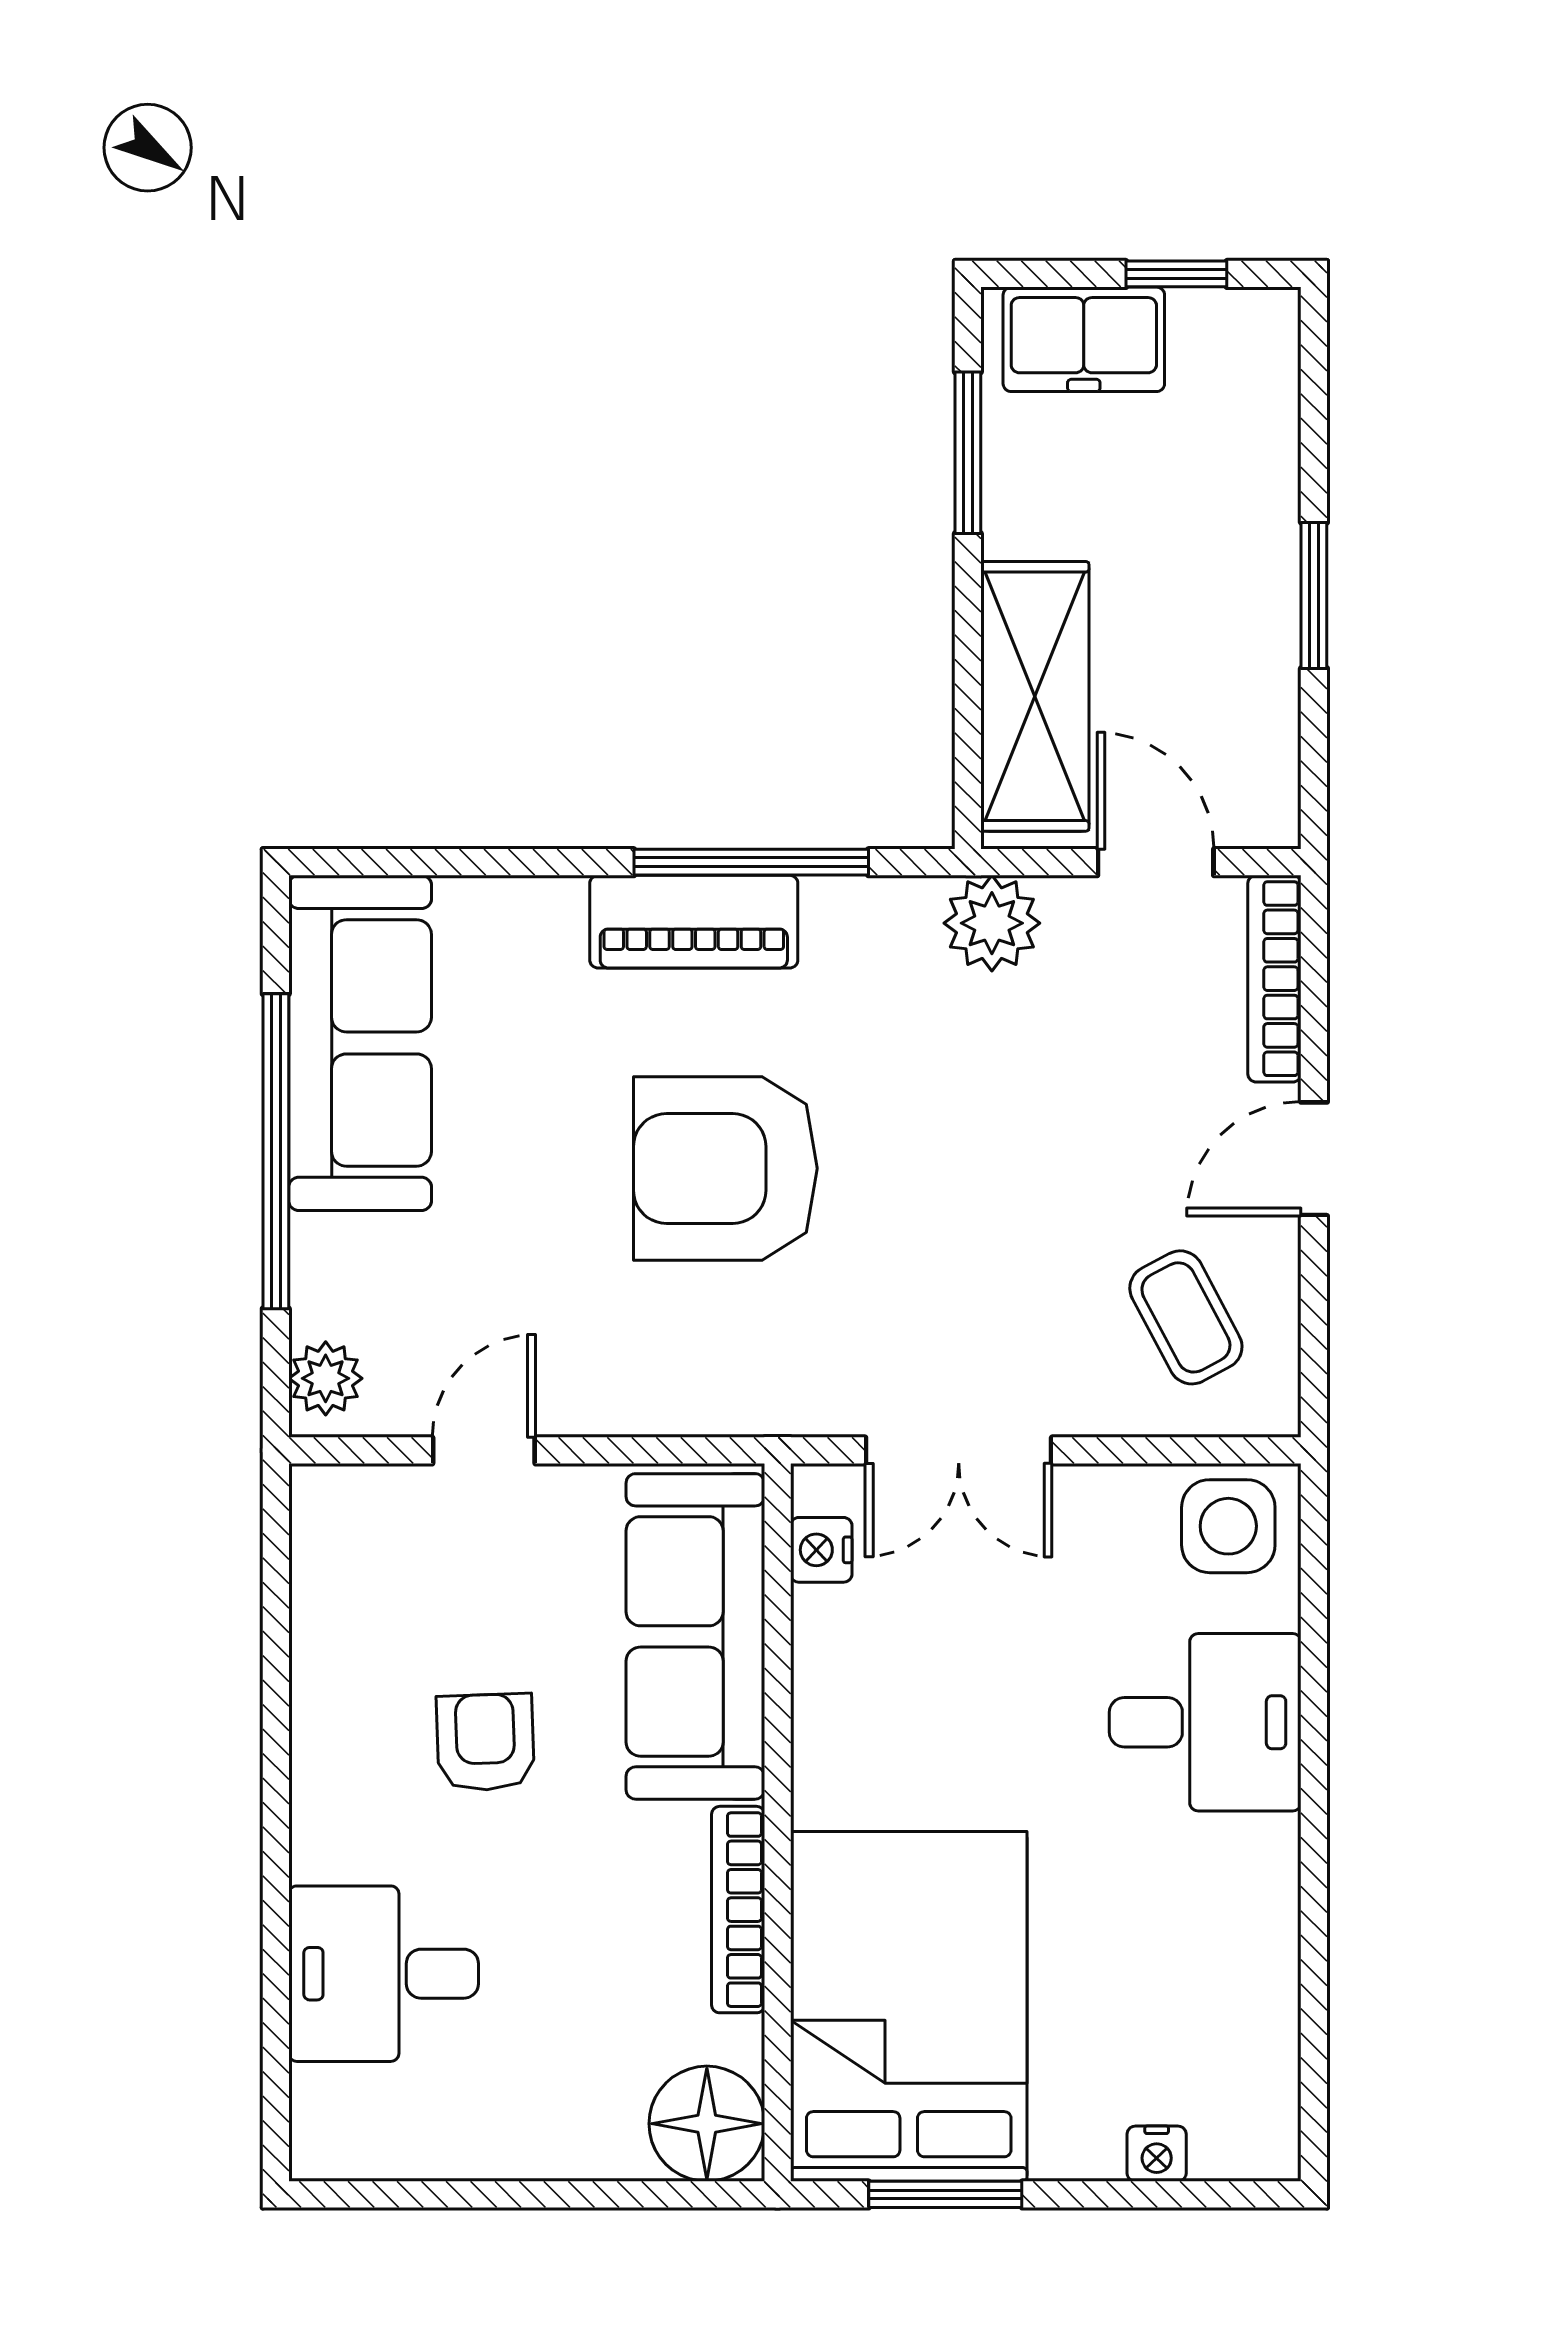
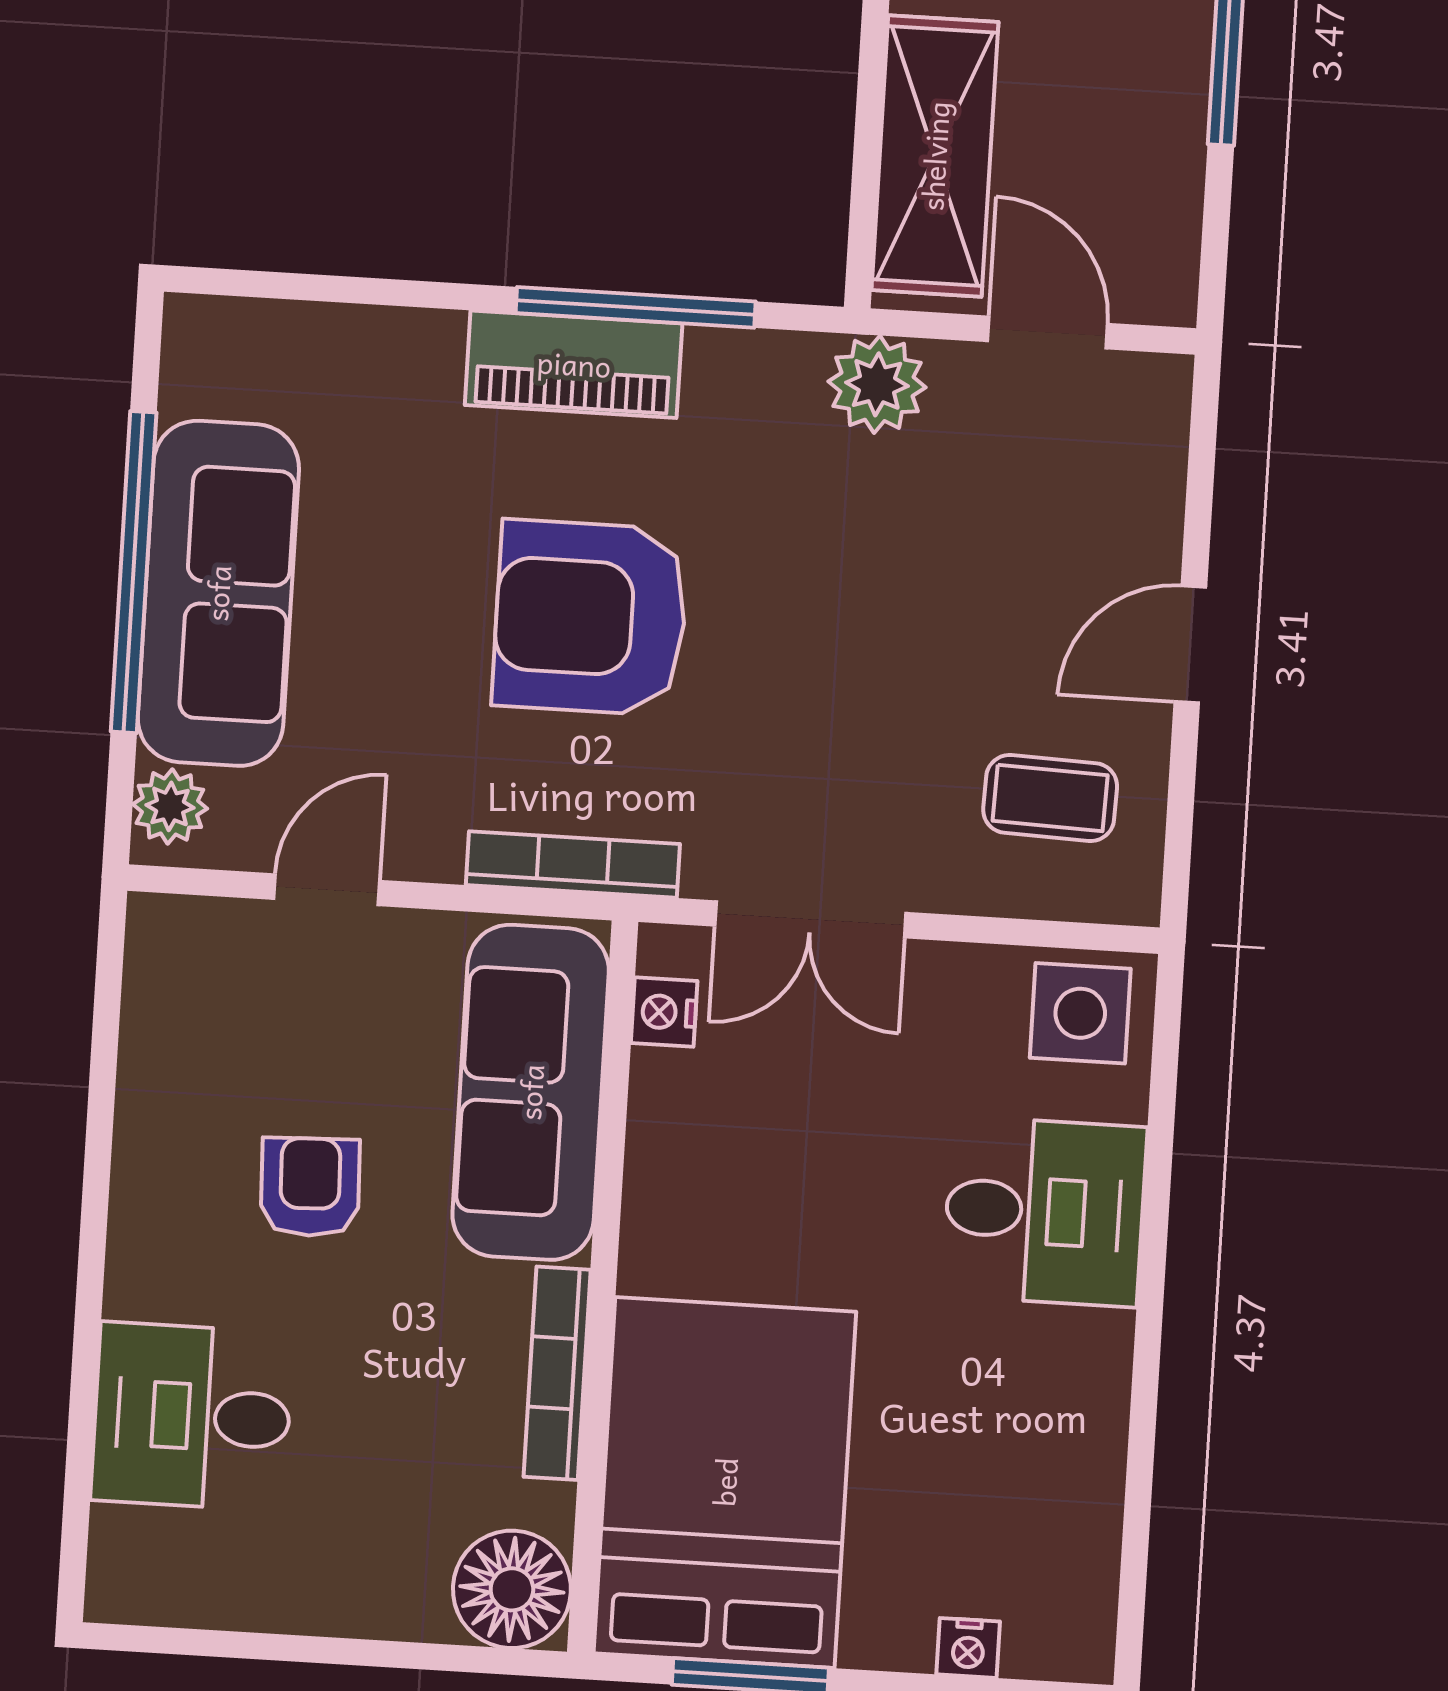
bookcase: (1274, 979) -> (573, 864), moved, turned 90
sofa: (360, 1043) -> (218, 593), moved
coffee table: (1186, 1317) -> (1050, 798), turned -60

